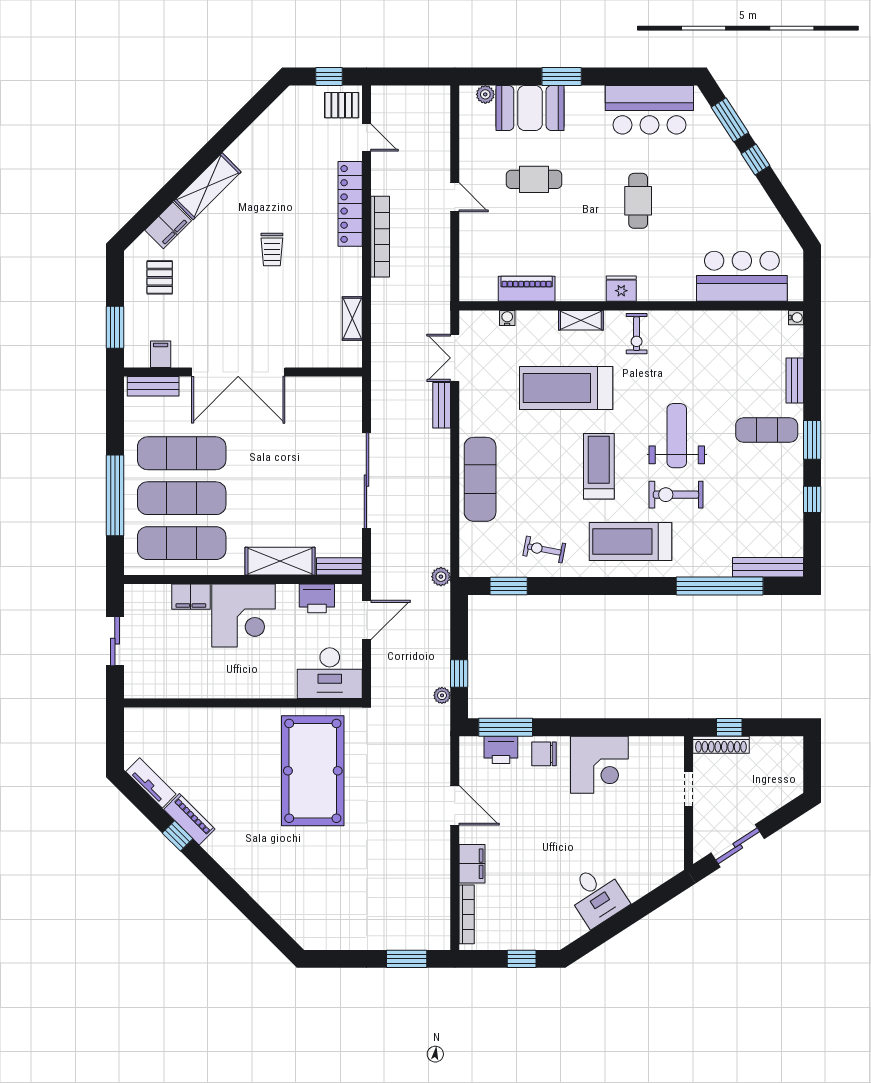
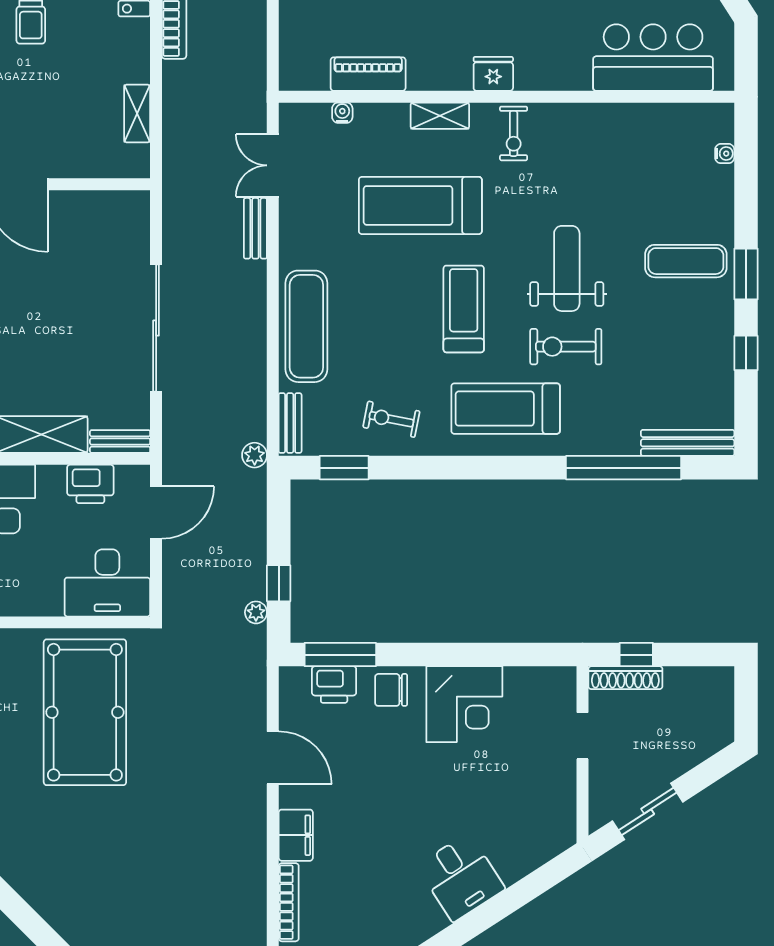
water cooler: (796, 318) -> (725, 154), moved
bench: (795, 380) -> (290, 423), moved

